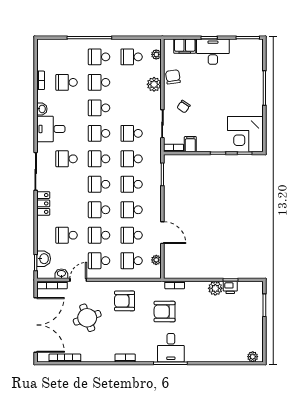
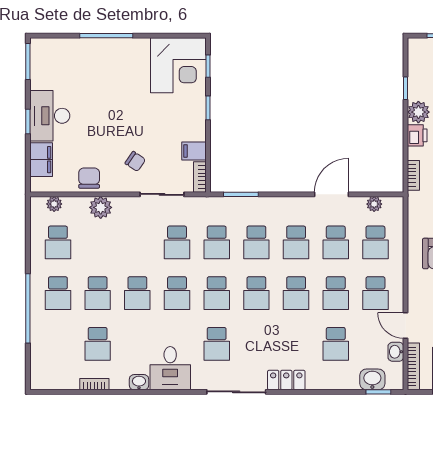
chair: (173, 77) -> (89, 178), turned 98
printer: (230, 287) -> (417, 135), moved

